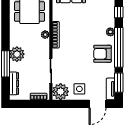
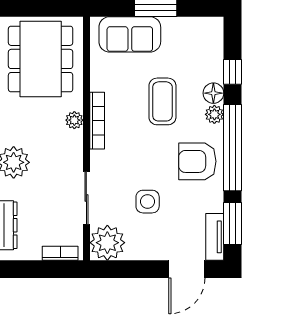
floor lamp: (110, 22) -> (213, 93), added
coffee table: (86, 26) -> (162, 101), added
side table: (79, 89) -> (148, 202), moved

